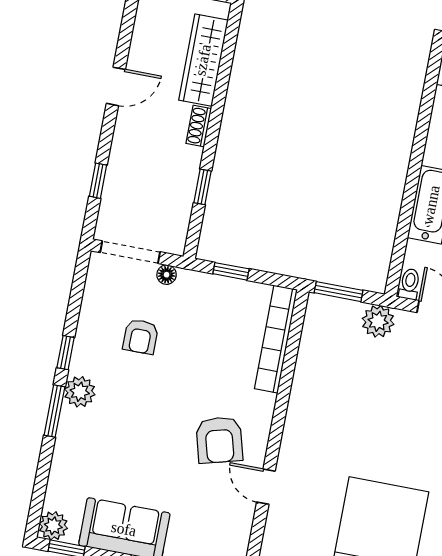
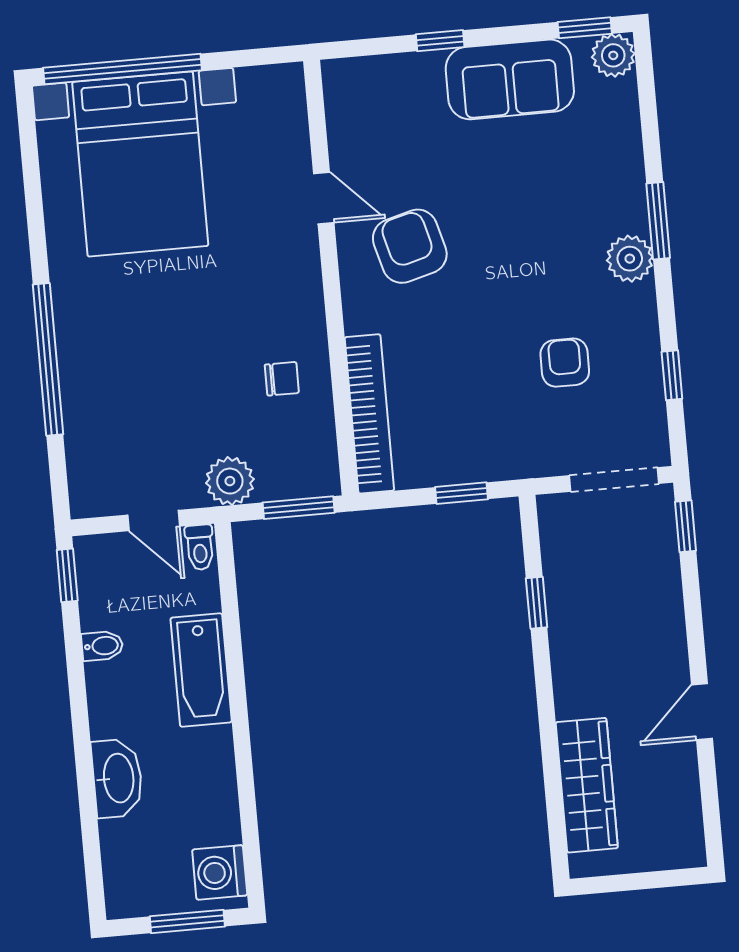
shoe rack: (199, 126) -> (567, 689), removed
window: (98, 181) -> (685, 526), moved
floor lamp: (167, 275) -> (553, 462), removed
window: (66, 353) -> (672, 375), moved
chair: (326, 378) -> (282, 379), added

